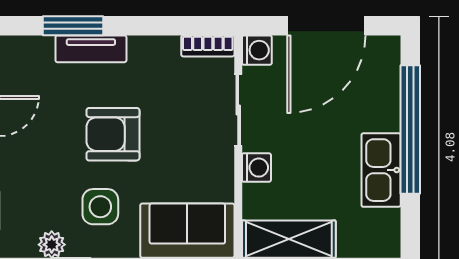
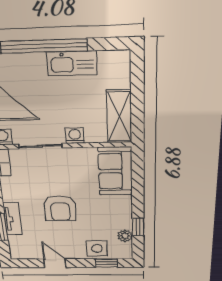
side table: (100, 207) -> (97, 248), moved

